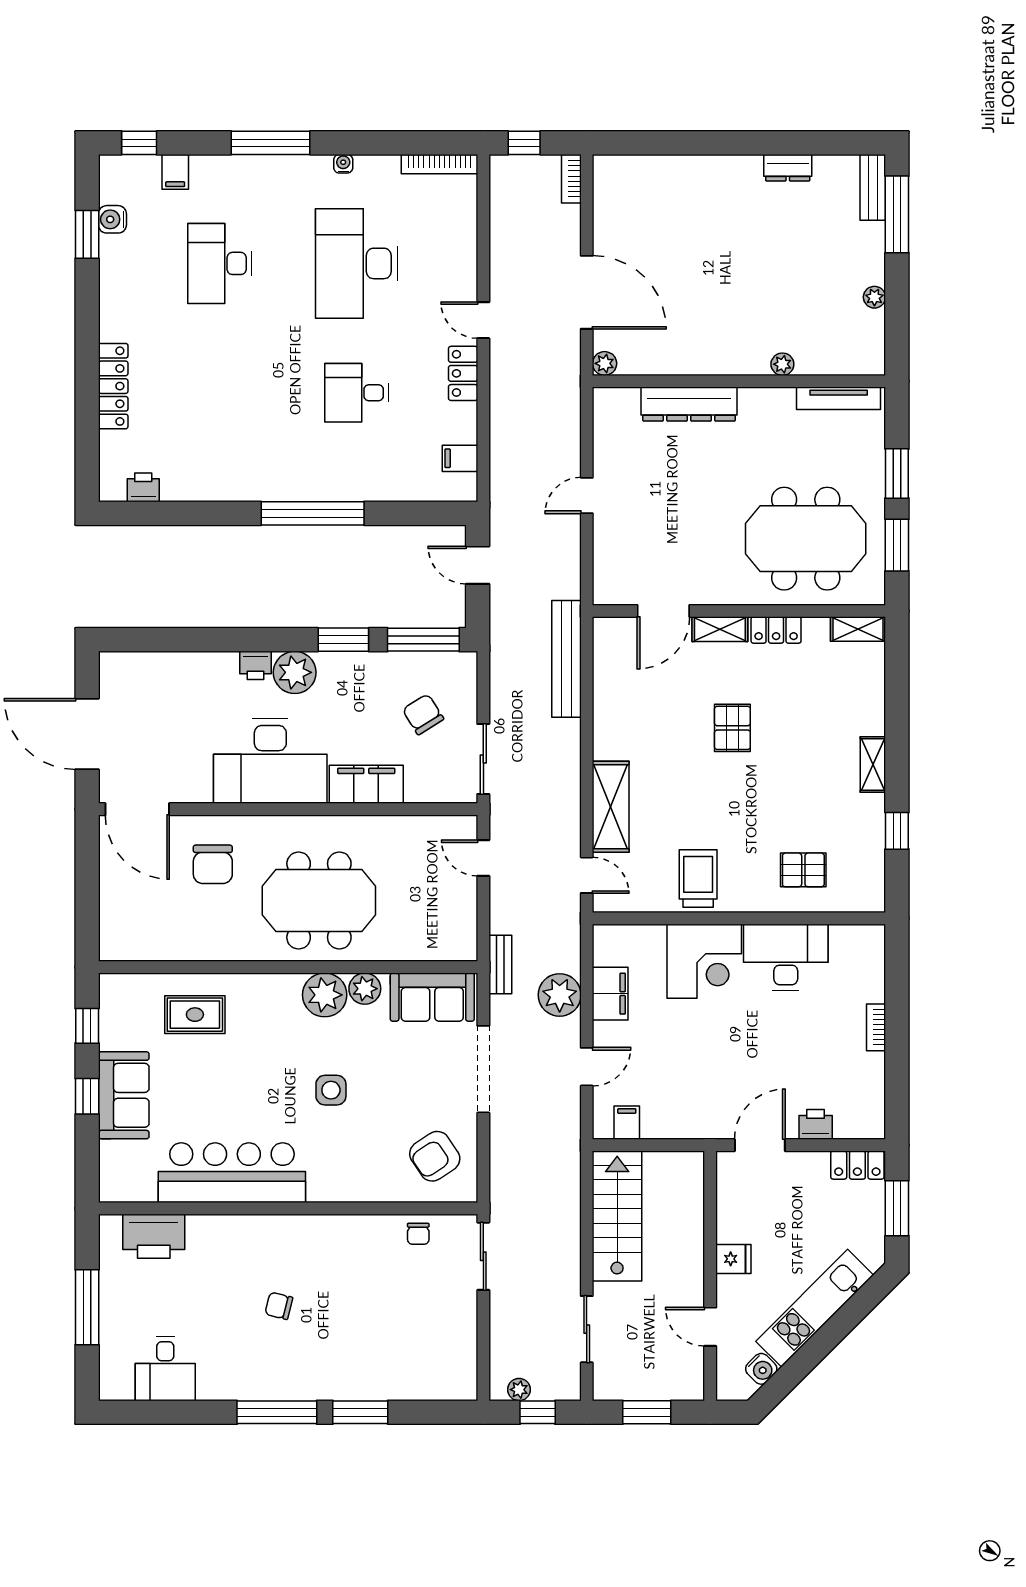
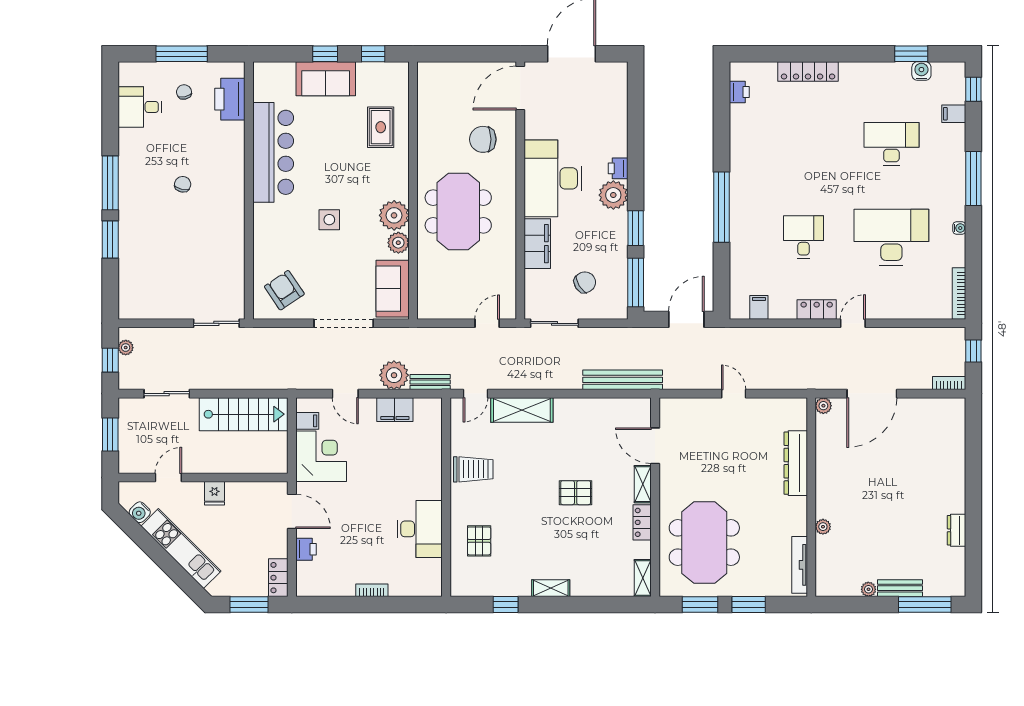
bench: (873, 187) -> (900, 588), moved
door: (478, 565) -> (686, 319), width x1.38
corner desk: (704, 961) -> (321, 456), moved, turned 180
bench: (500, 965) -> (430, 382), moved
chair: (418, 1234) -> (184, 92), moved, turned 77

